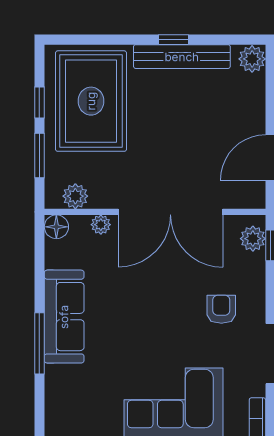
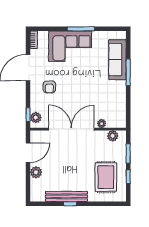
plant: (252, 59) -> (36, 172), moved
rug: (91, 101) -> (106, 177), width x0.73, depth x0.69
floor lamp: (56, 227) -> (121, 123), removed
sofa: (64, 317) -> (117, 60), moved

